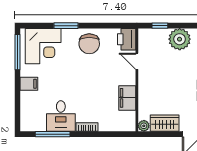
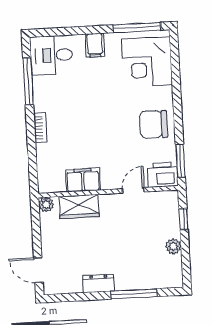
window: (66, 26) -> (180, 161), moved
plant: (180, 39) -> (173, 246), width x0.53, depth x0.53
desk: (61, 116) -> (51, 55), moved
wardrobe: (165, 123) -> (79, 206), moved, turned 90

